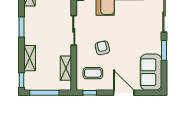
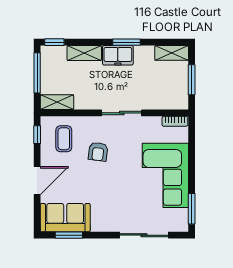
freezer: (31, 33) -> (118, 55), added
armchair: (102, 48) -> (98, 152), turned 109
window: (164, 50) -> (69, 235), moved
shelving: (66, 68) -> (57, 102), moved

